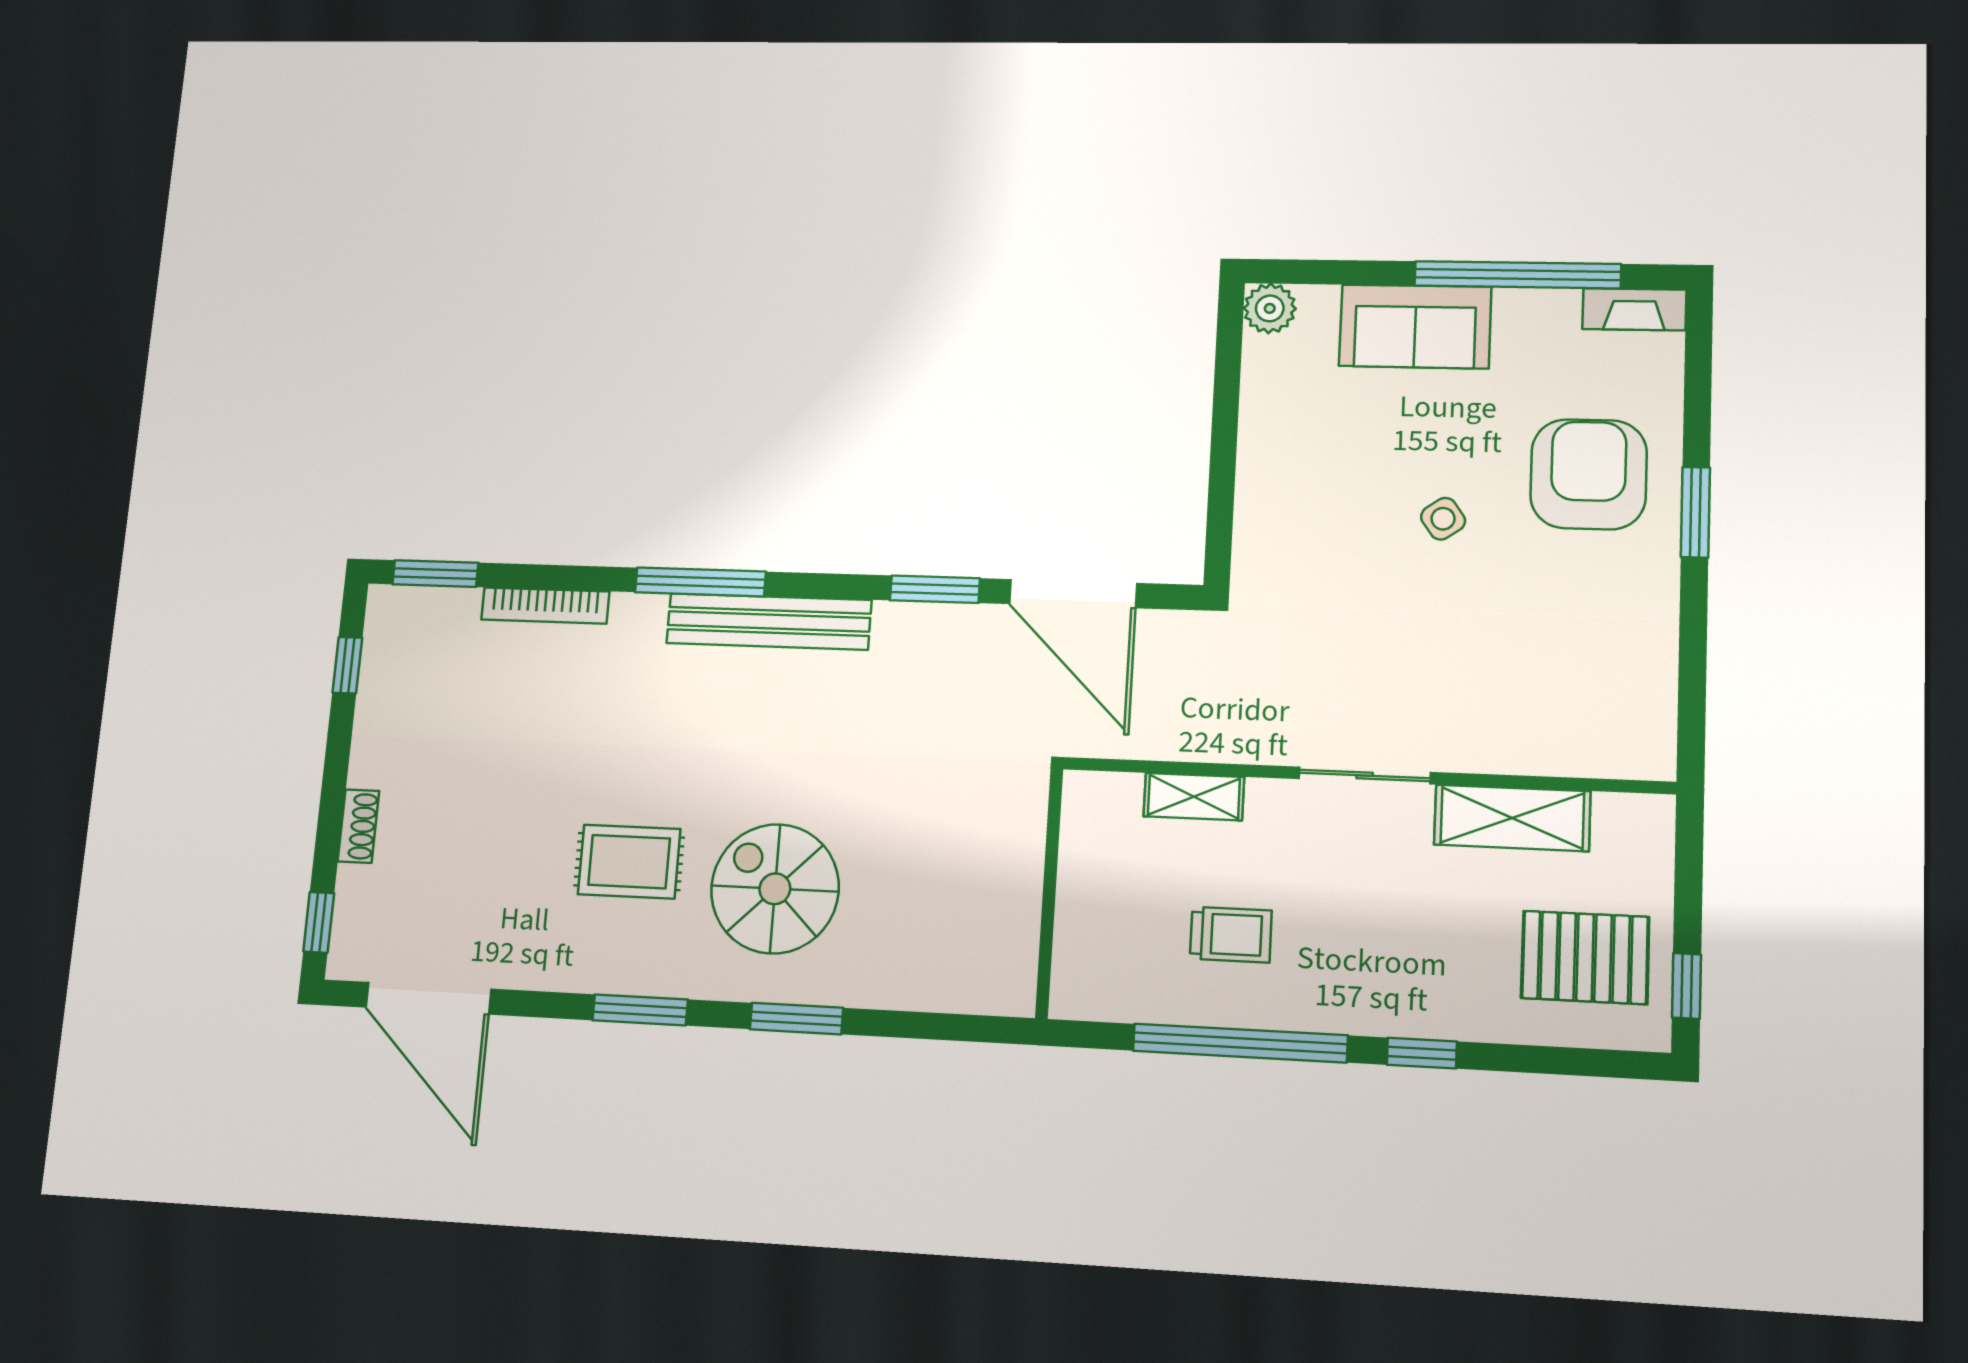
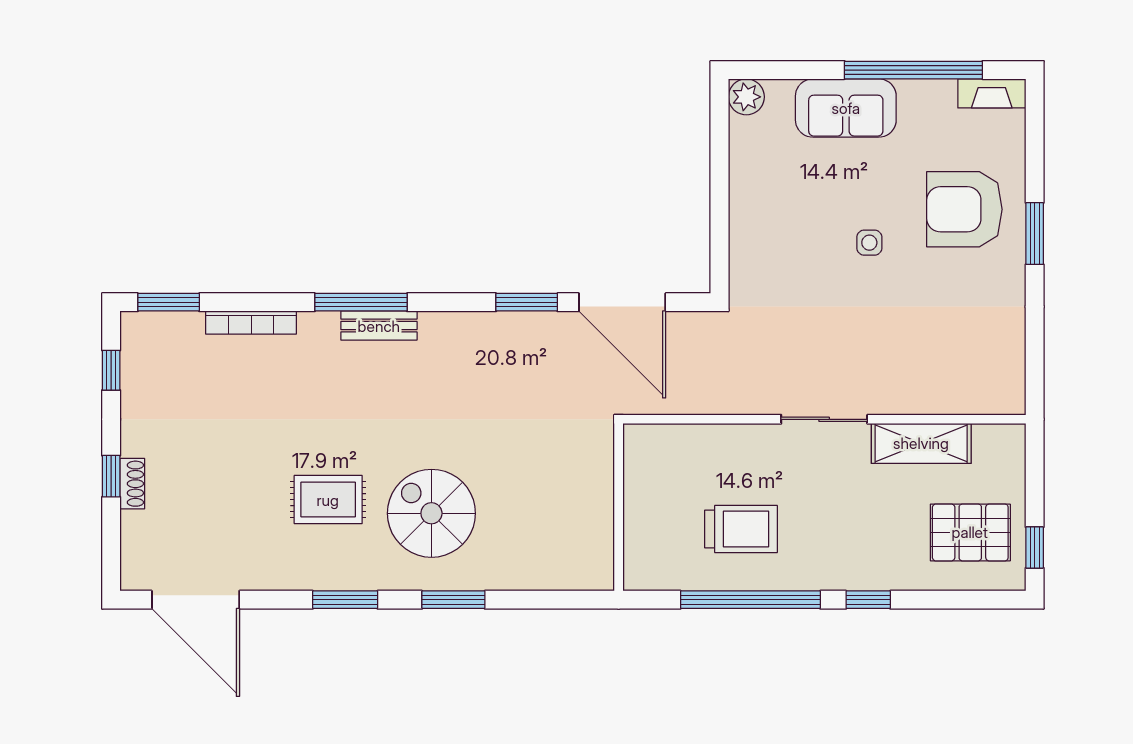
armchair: (1588, 474) -> (964, 209), turned -90
side table: (1443, 519) -> (869, 243), turned 35
bench: (769, 622) -> (379, 326), width x0.54, depth x0.82
shelving: (1194, 797) -> (712, 438), removed
window: (319, 922) -> (111, 476), moved
trolley: (1231, 935) -> (741, 529), width x1.36, depth x1.39

